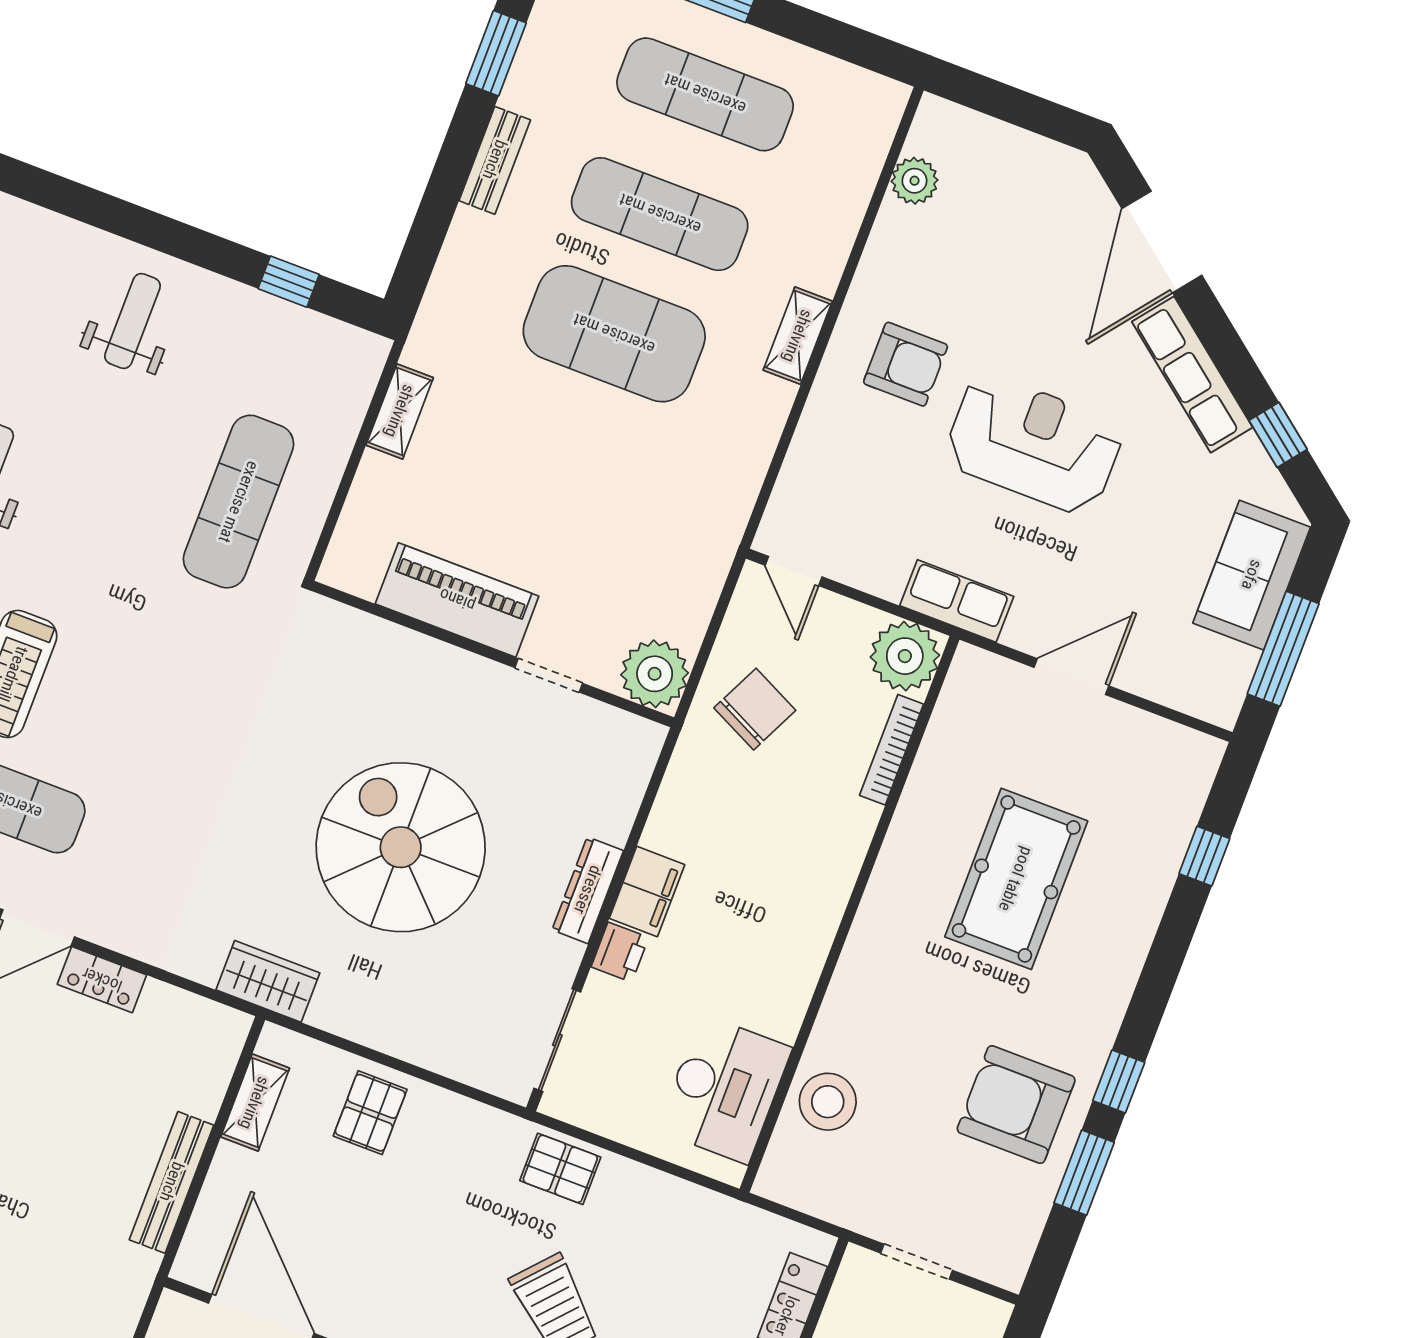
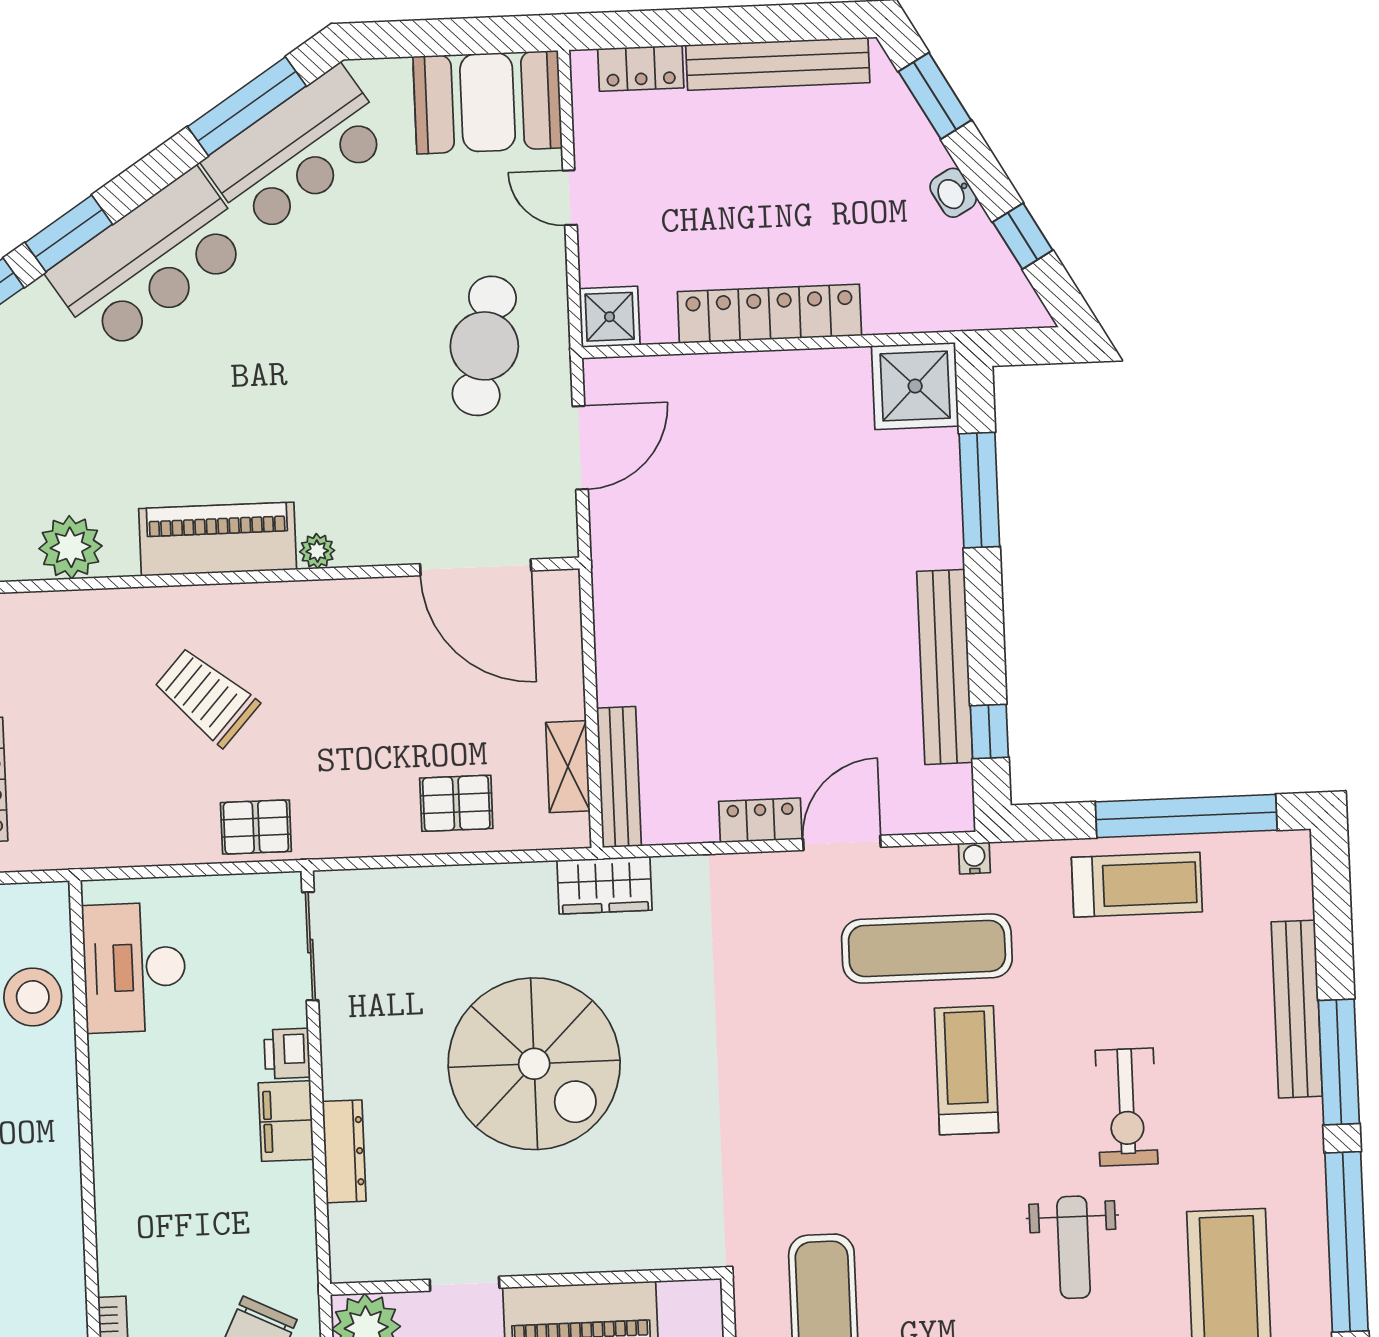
dresser: (588, 890) -> (344, 1151), moved
pallet: (370, 1113) -> (456, 803), turned 90
bench: (172, 1182) -> (619, 777), moved

